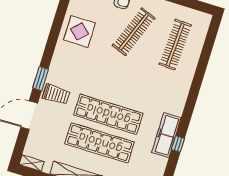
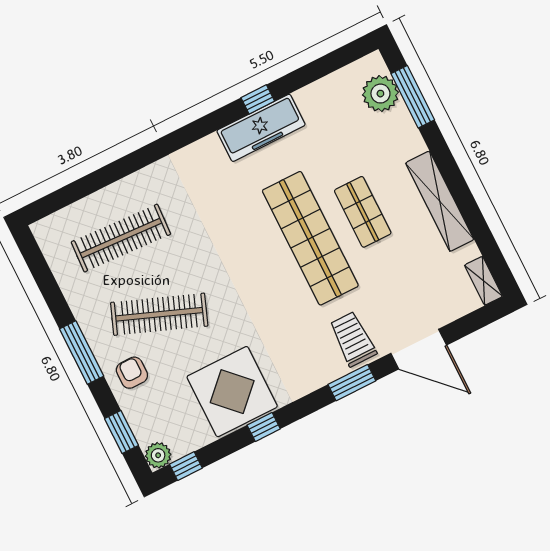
window: (55, 30) -> (264, 427), added
display table: (79, 31) -> (232, 392), width x1.36, depth x1.36
shop shelf: (100, 143) -> (363, 212), width x0.50, depth x0.74

